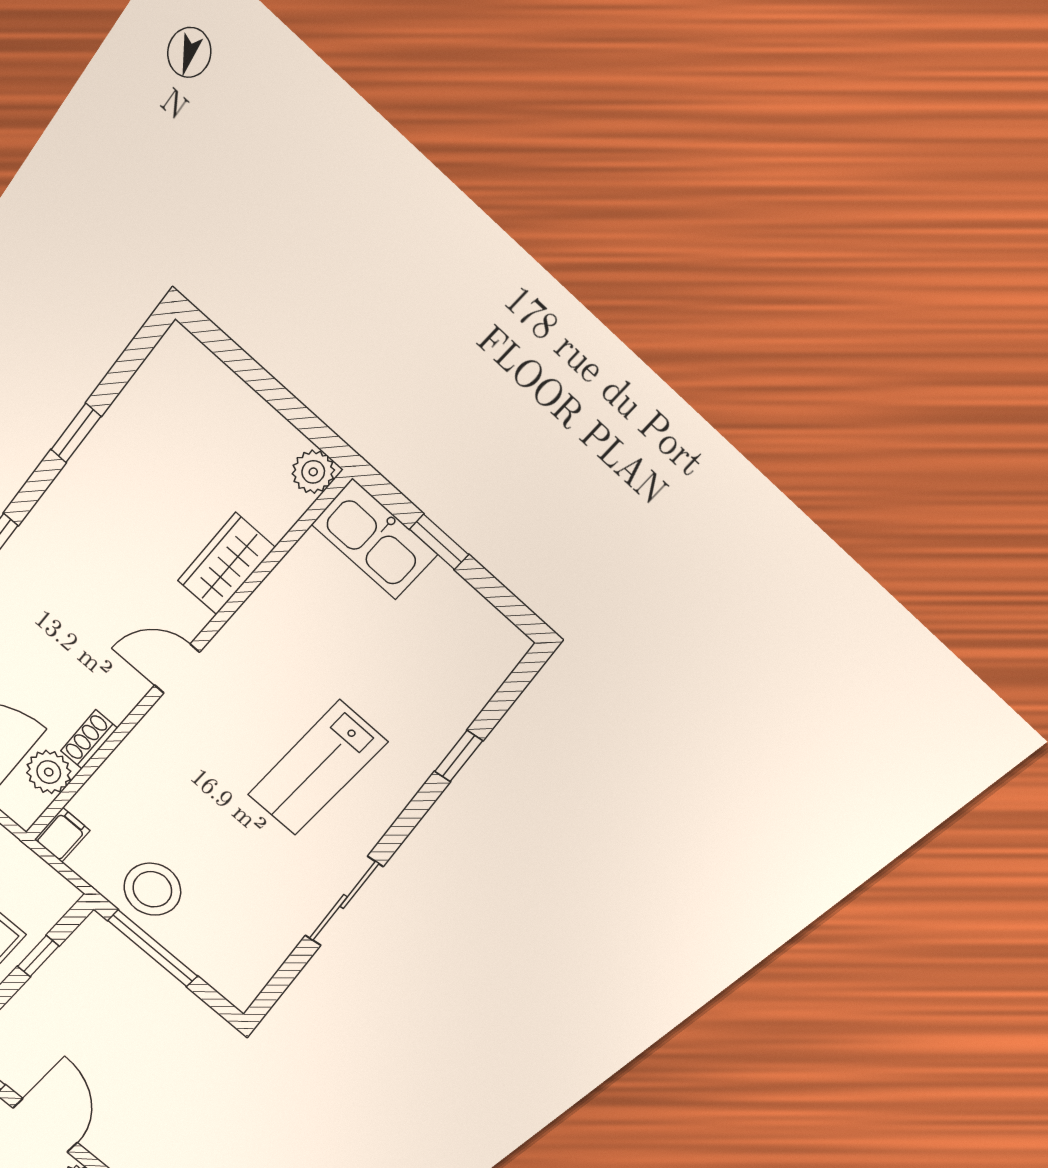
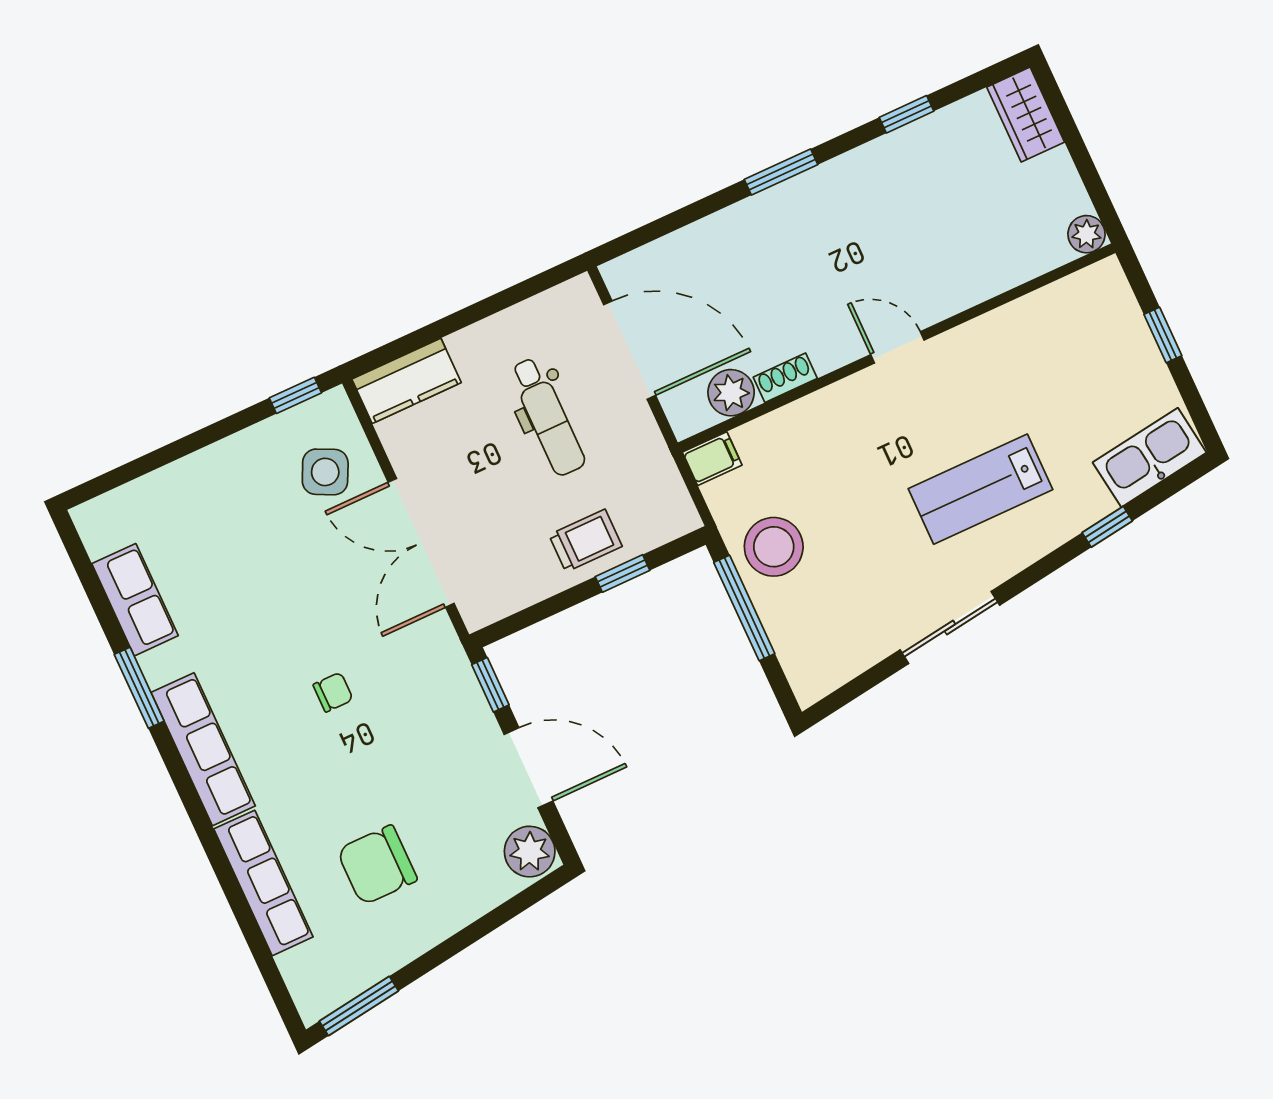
kitchen sink: (374, 539) -> (1150, 458), moved, turned 82
wardrobe: (226, 564) -> (1026, 115), moved, turned -90
door: (45, 1125) -> (528, 768), hinge flipped

